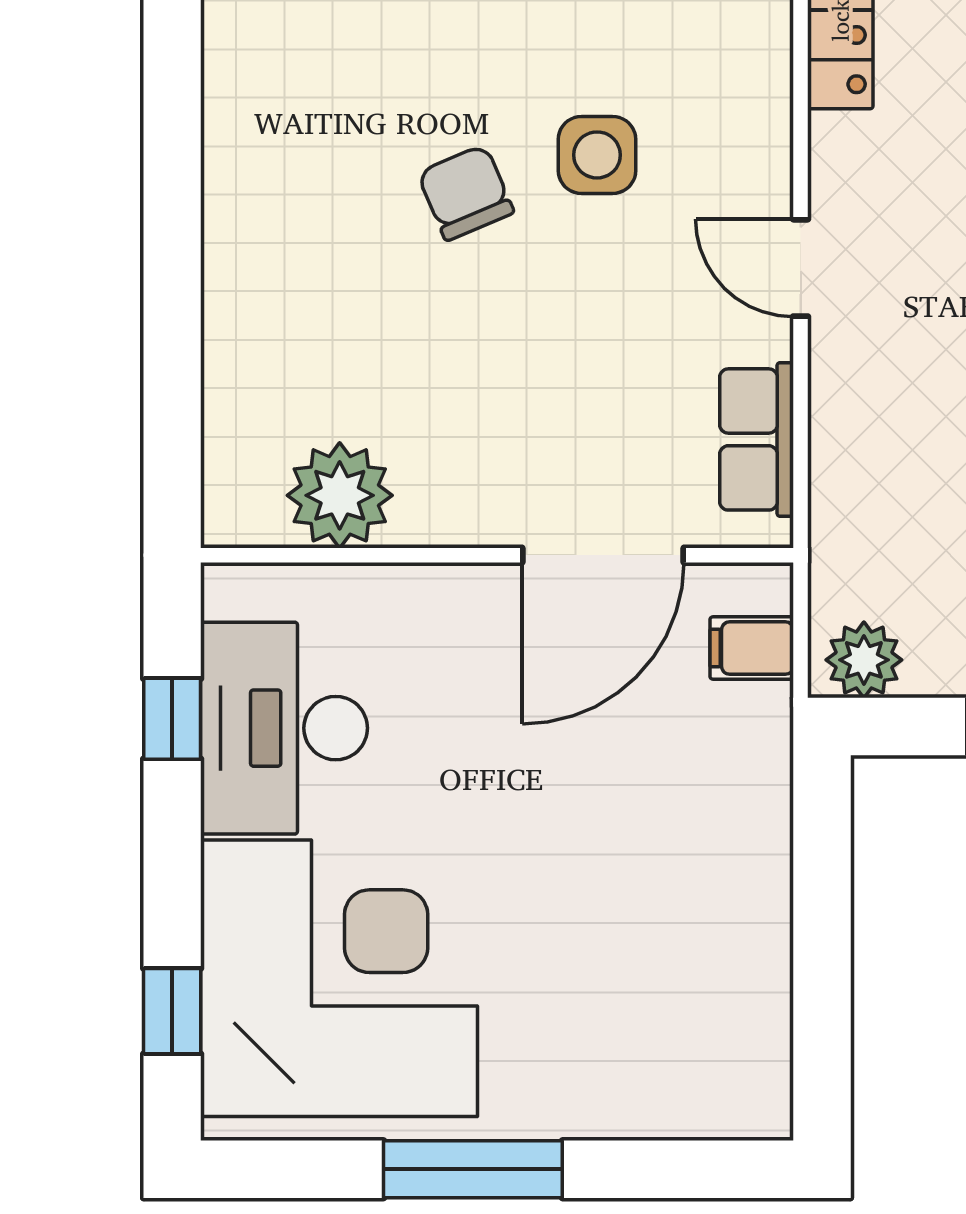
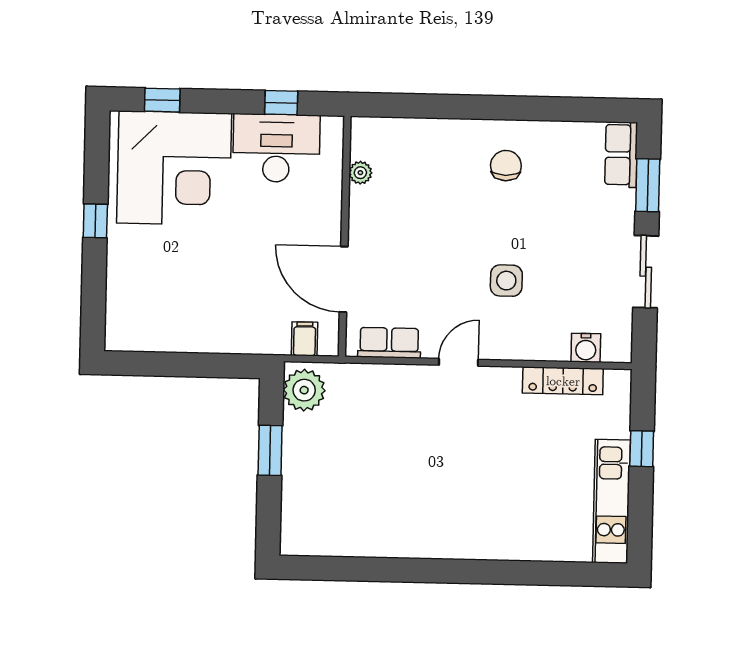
chair: (466, 193) -> (506, 166), moved, turned -67
plant: (340, 495) -> (360, 173), width x0.53, depth x0.53
plant: (864, 660) -> (304, 390), width x1.36, depth x1.36
window: (473, 1169) -> (95, 221), width x0.46

